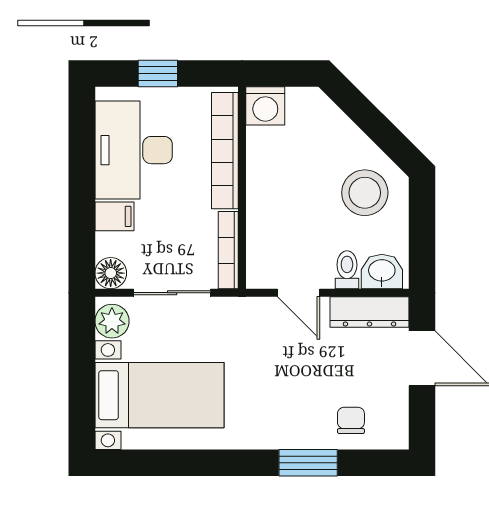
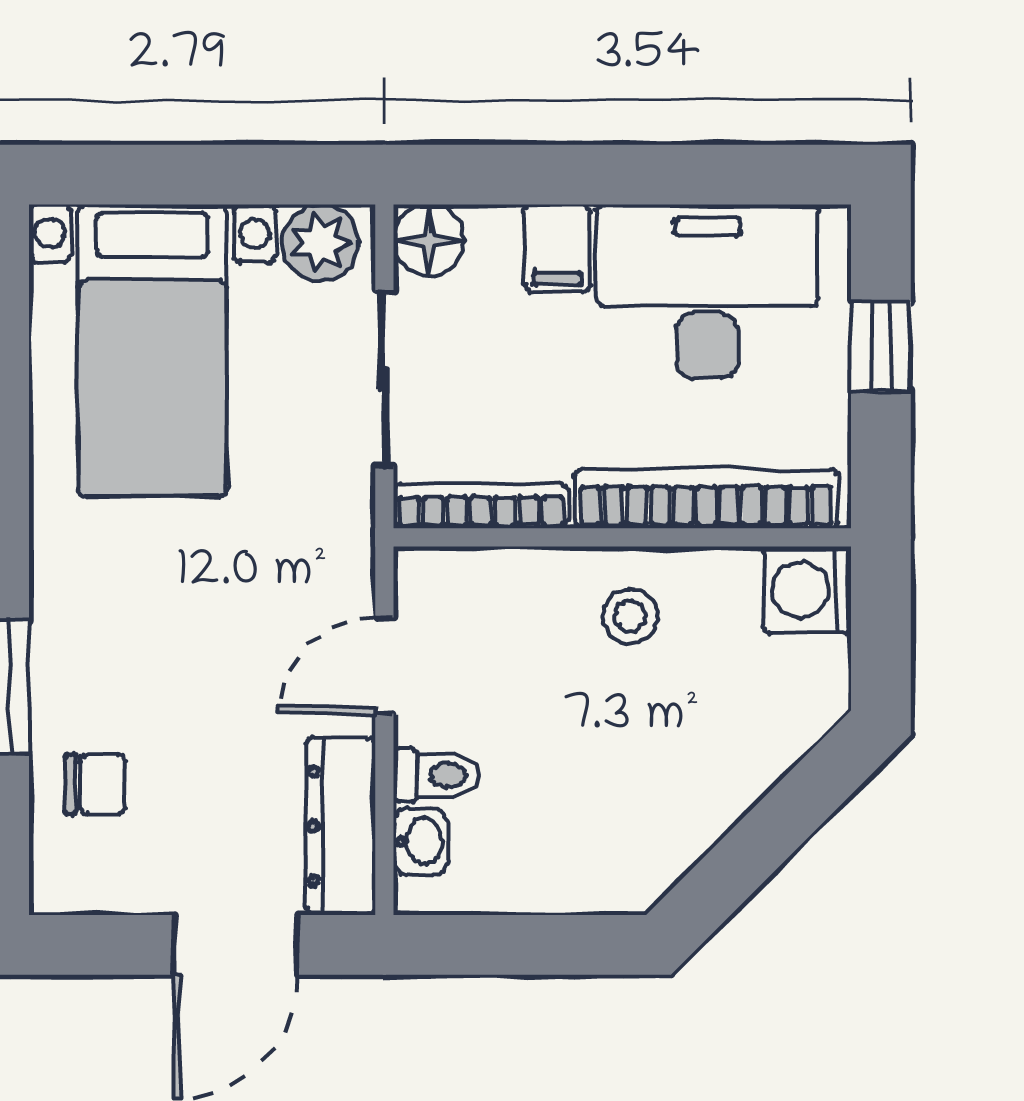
stool: (365, 193) -> (630, 616), moved, width x0.53, depth x0.53
washbasin: (382, 271) -> (420, 841), width x0.72, depth x0.69

